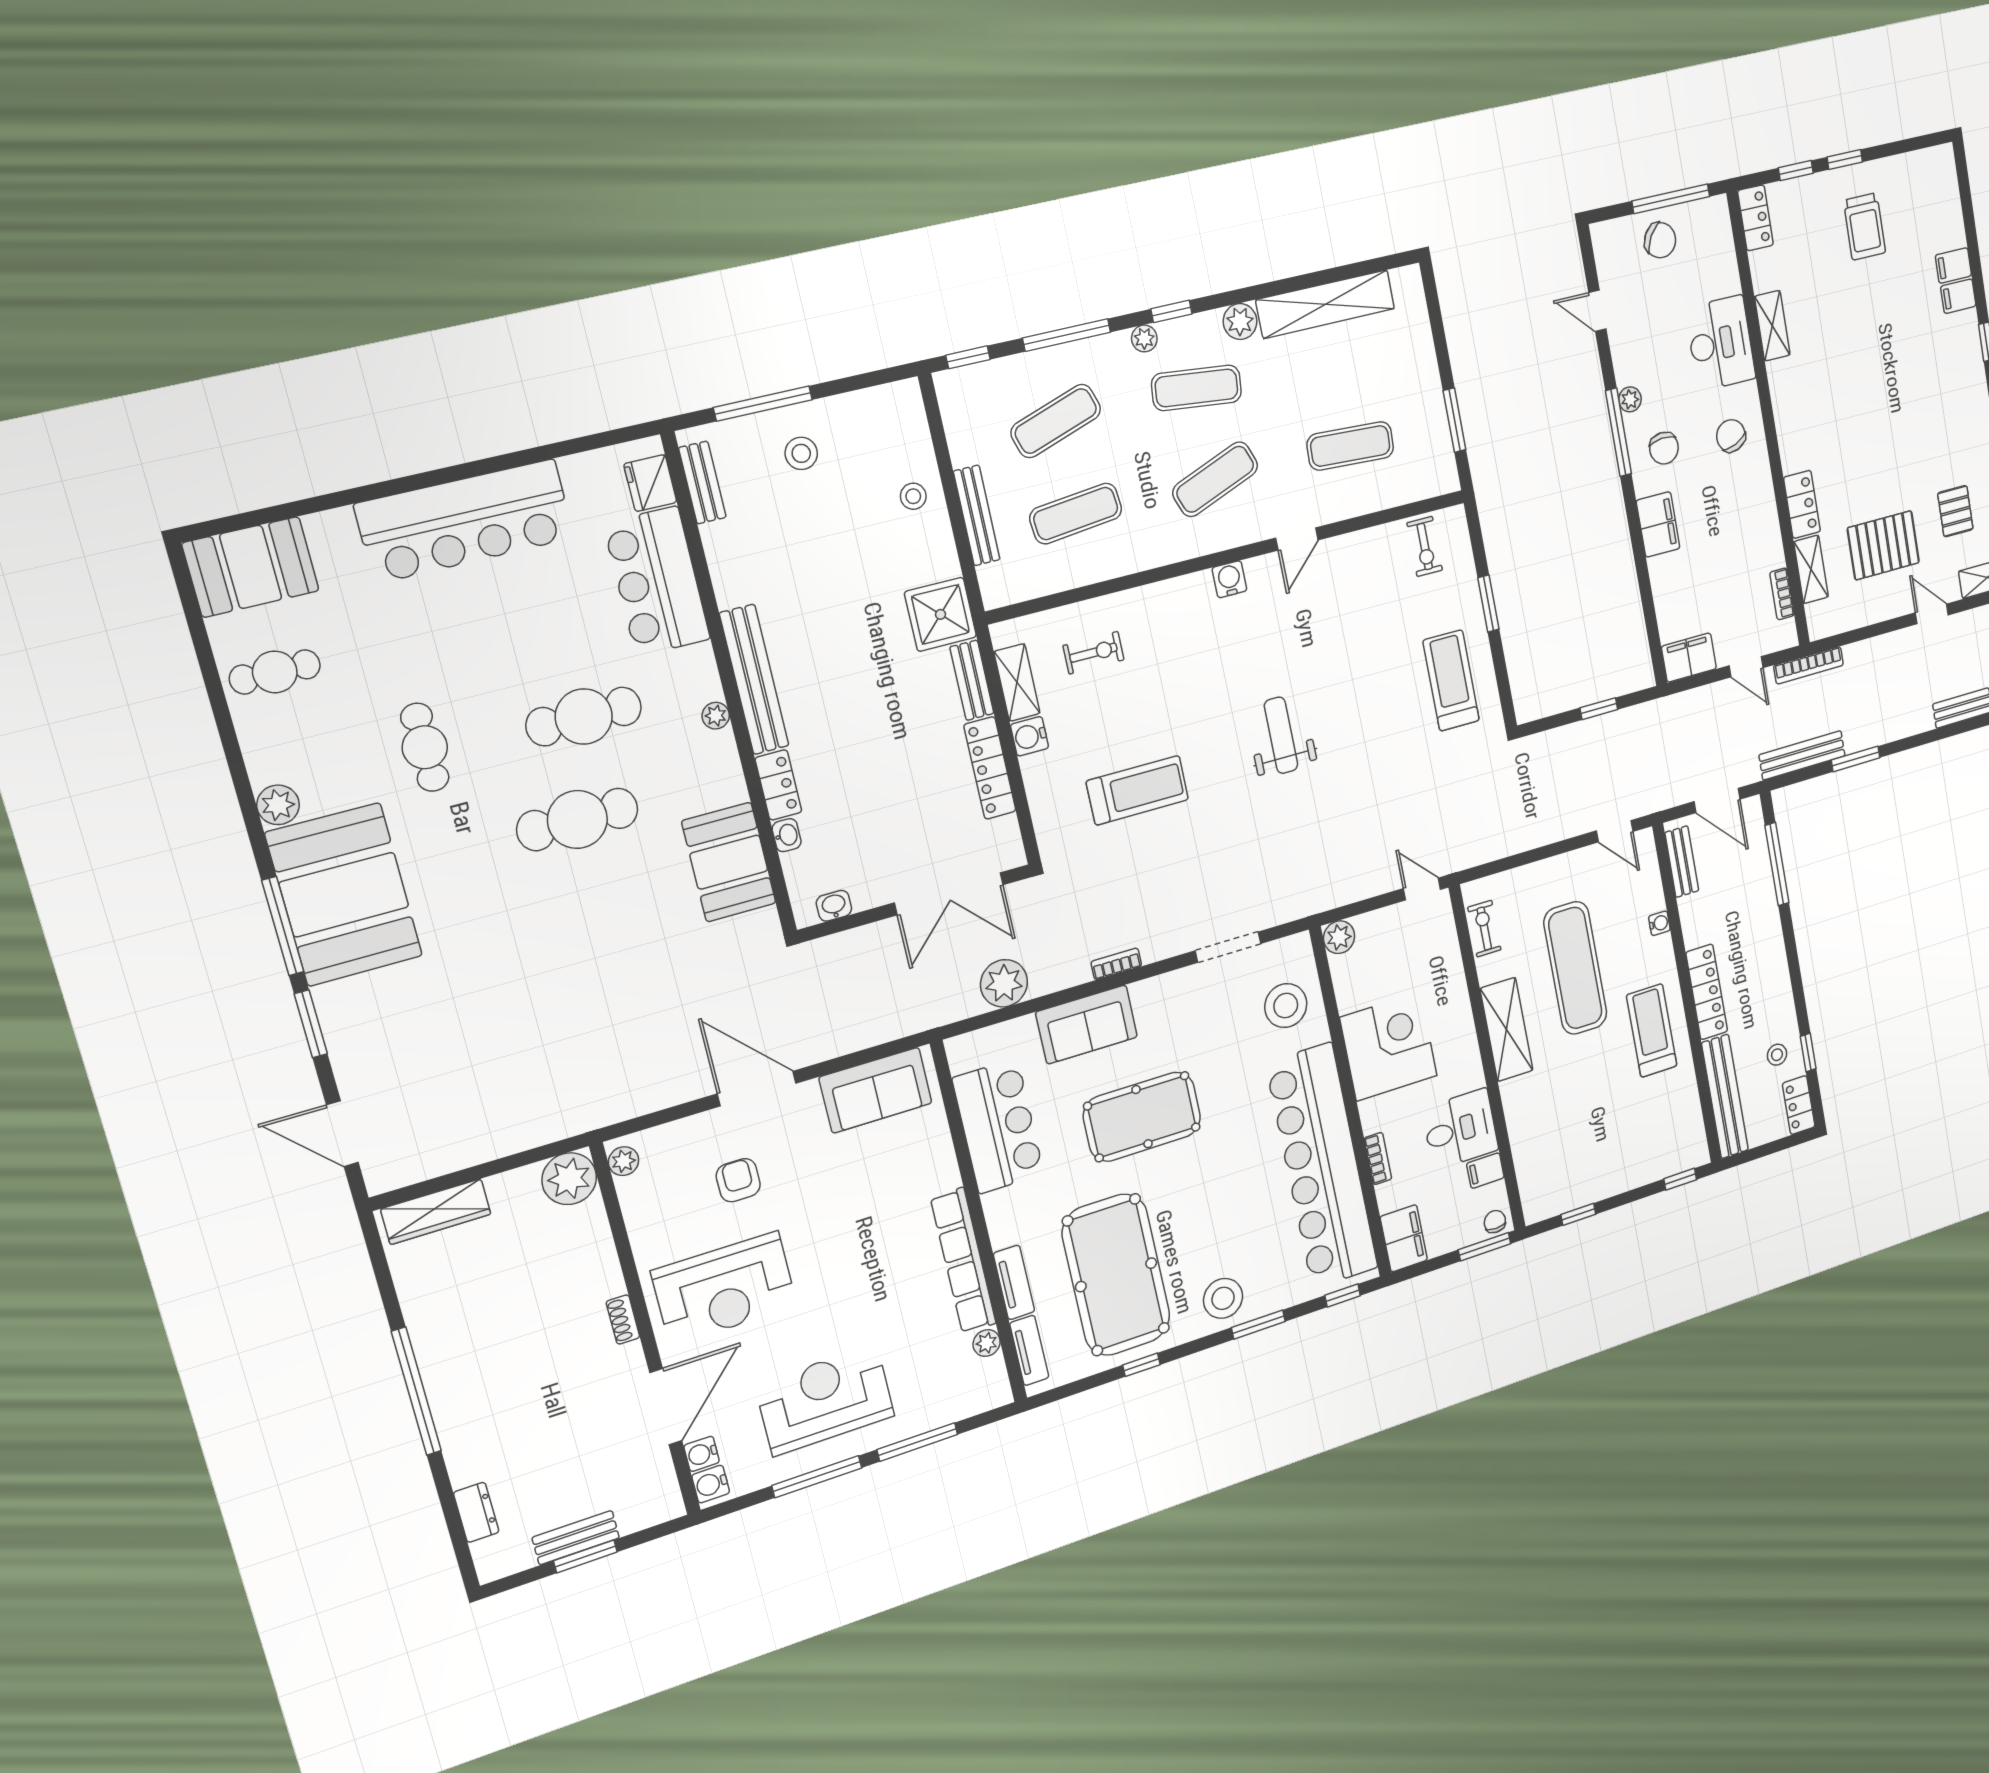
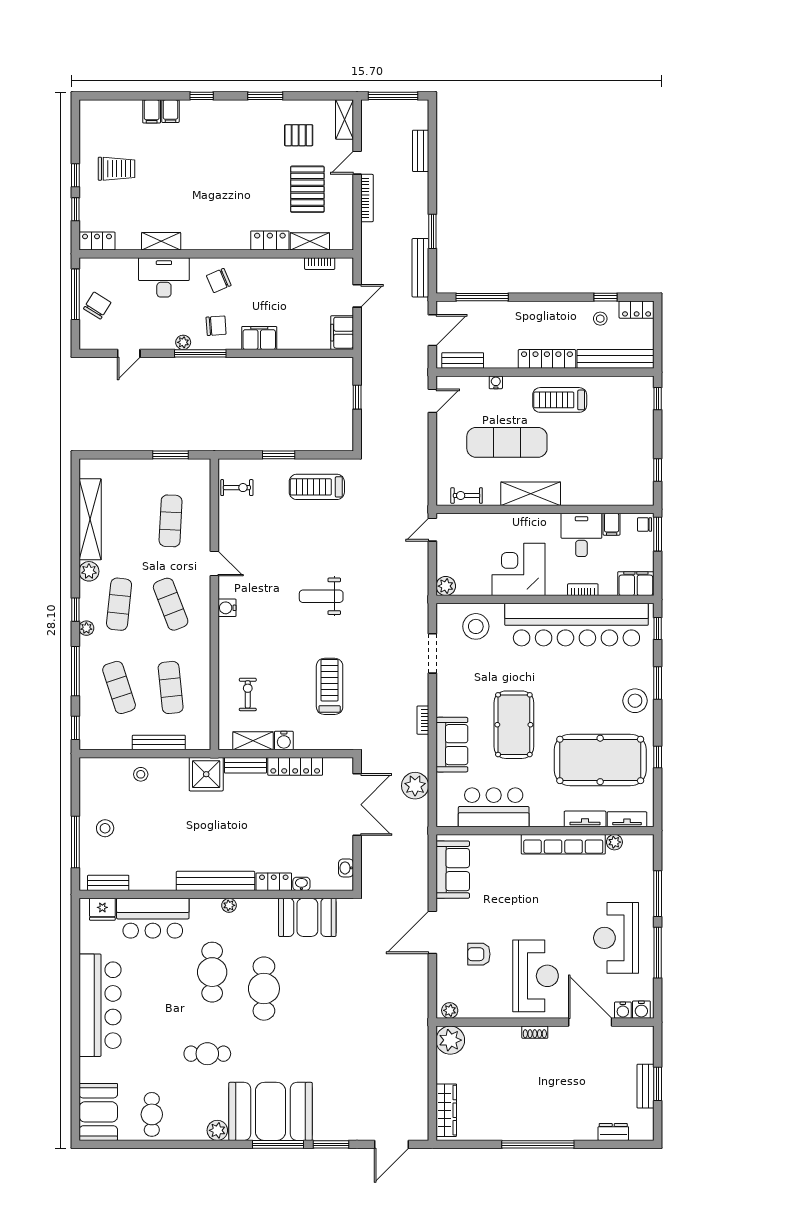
bookcase: (1808, 665) -> (367, 198), moved

